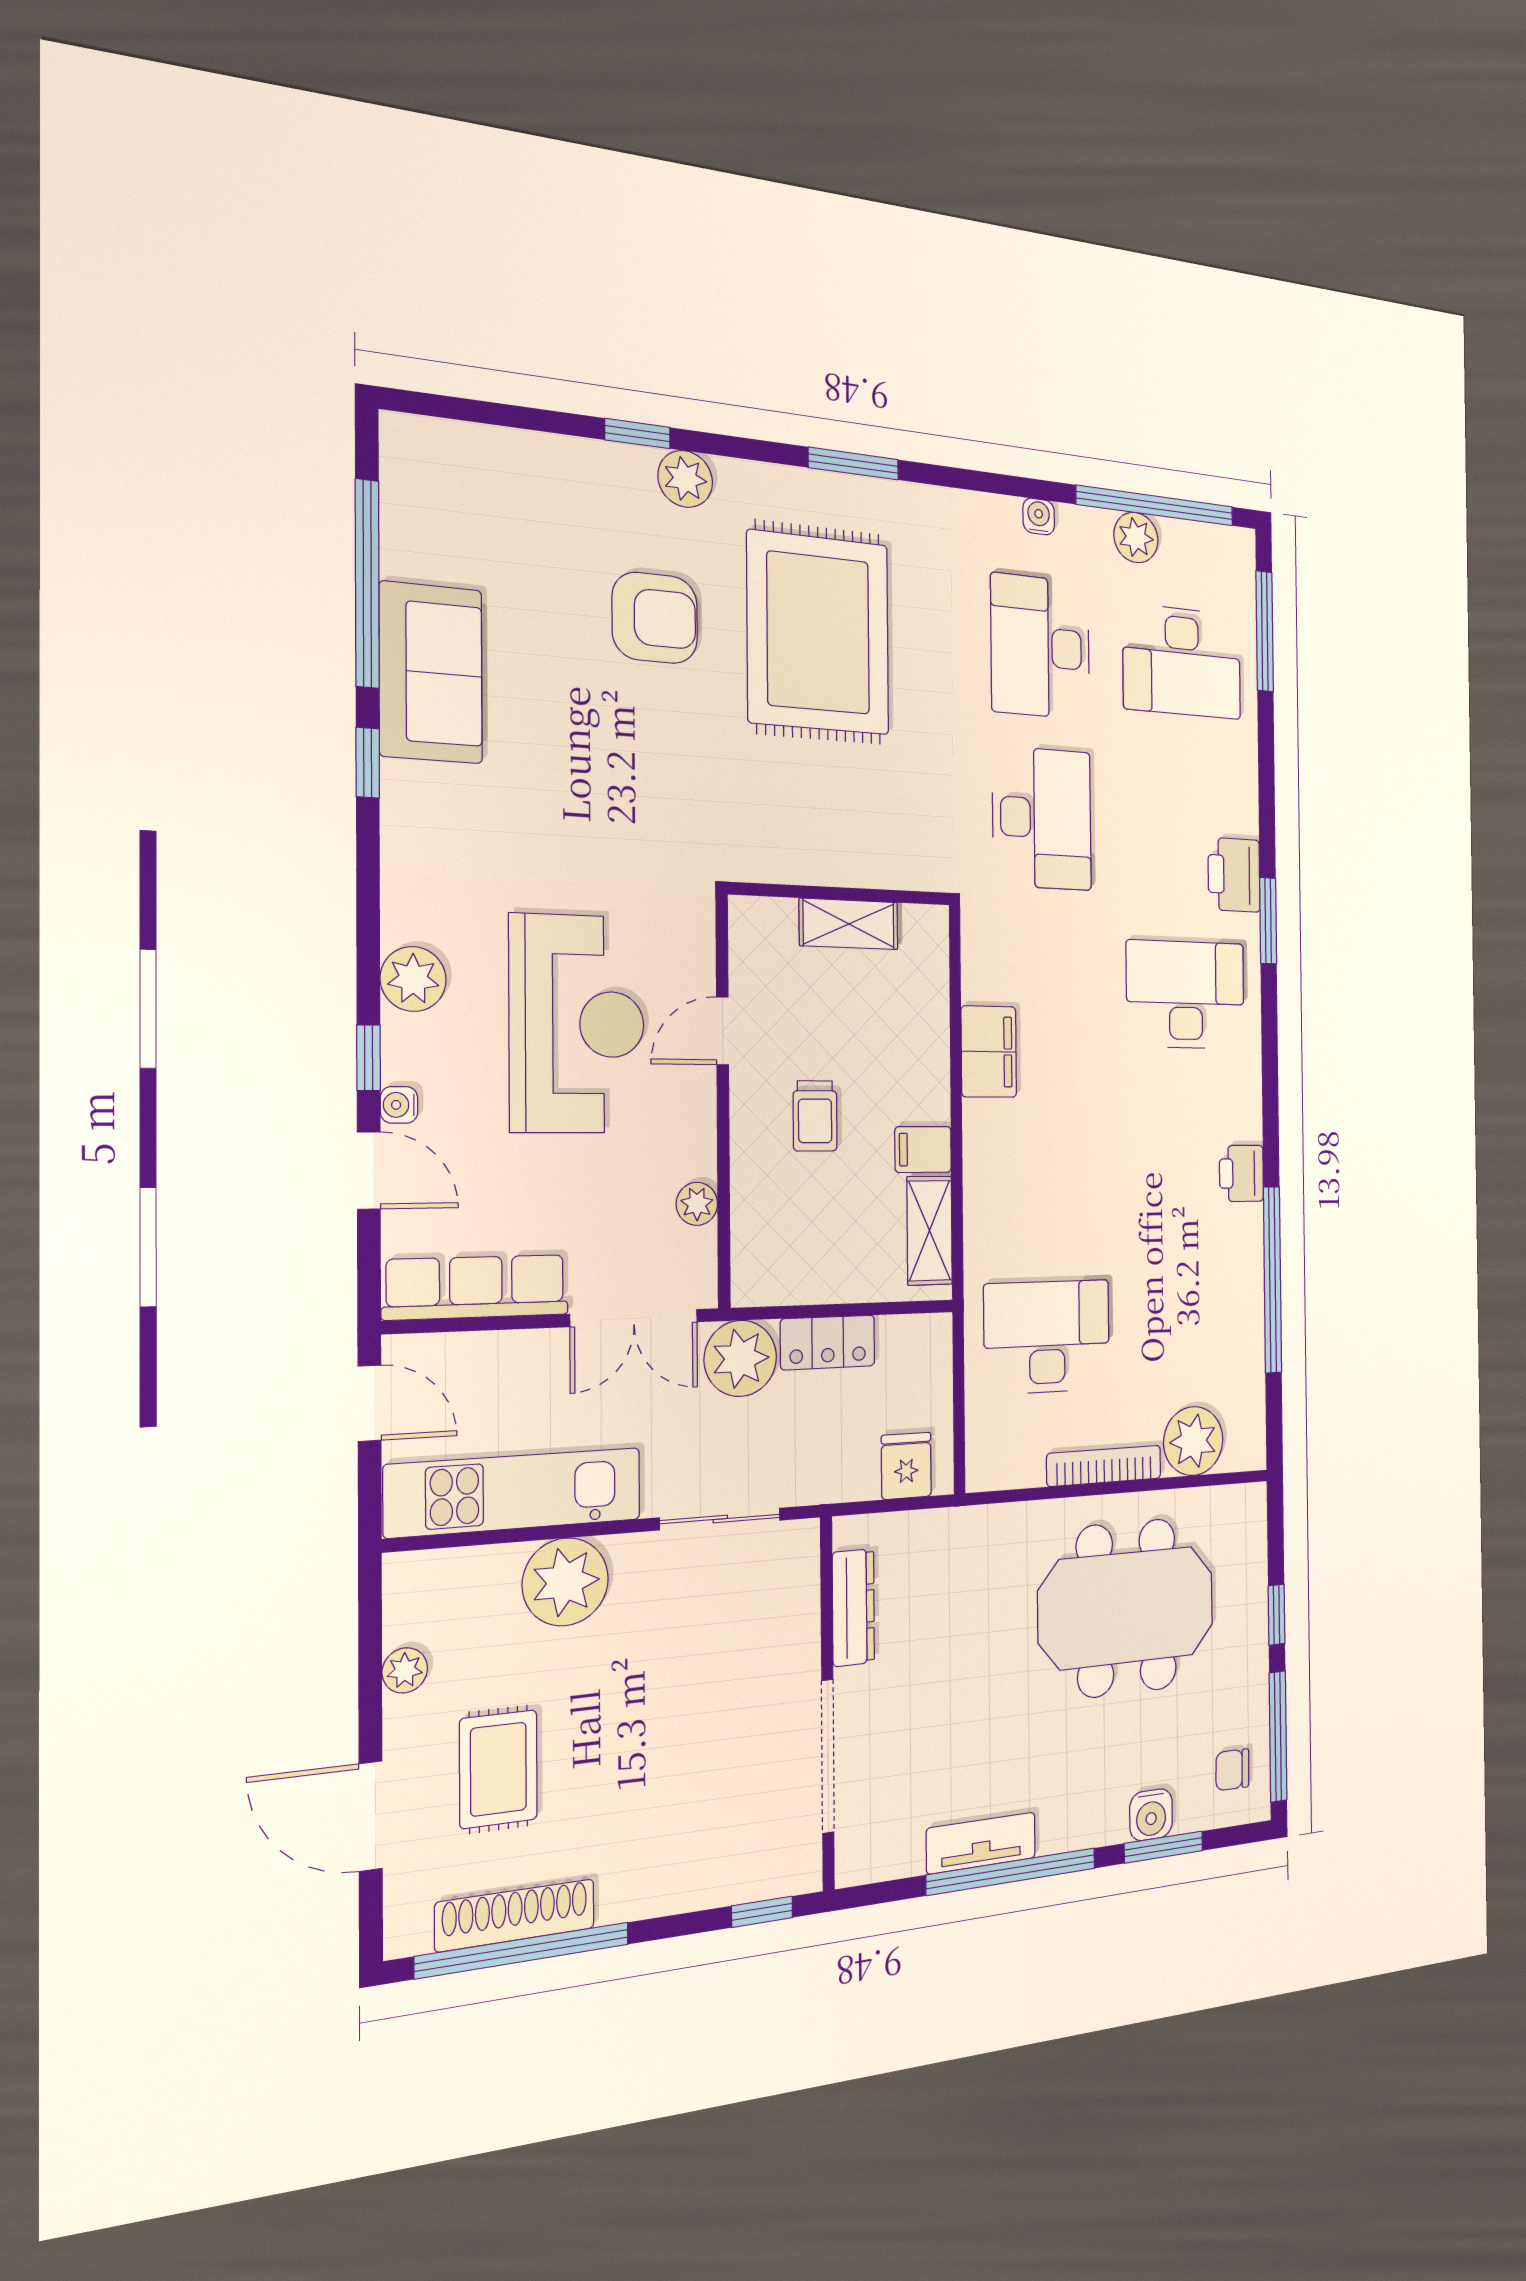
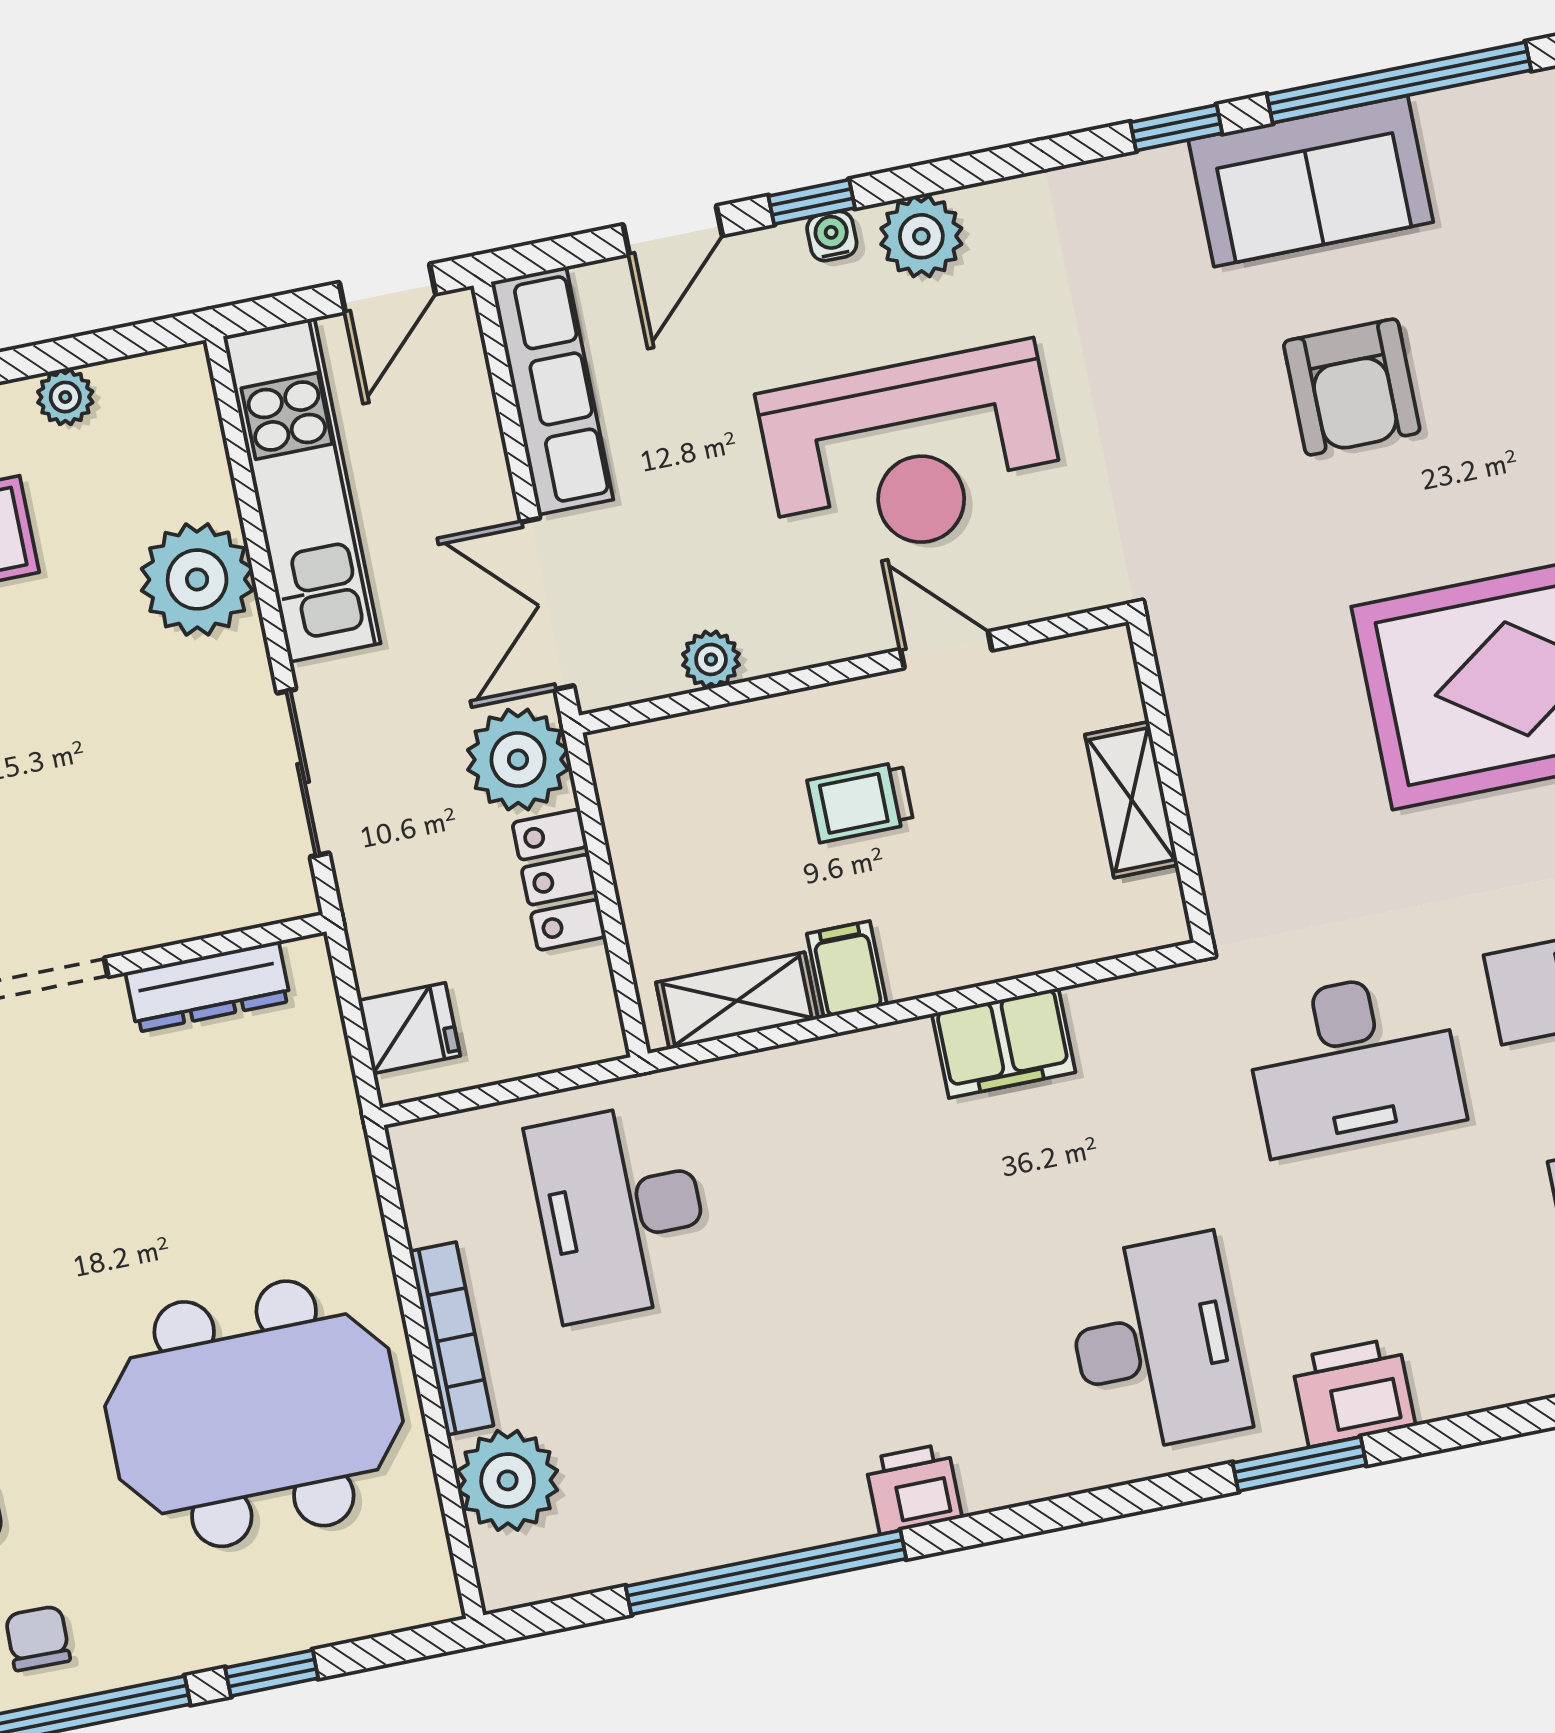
armchair: (655, 618) -> (1352, 387), moved
water cooler: (399, 1105) -> (832, 236), moved
desk: (1047, 1337) -> (620, 1211), turned 180
meeting table: (1126, 1608) -> (254, 1414), turned 90

